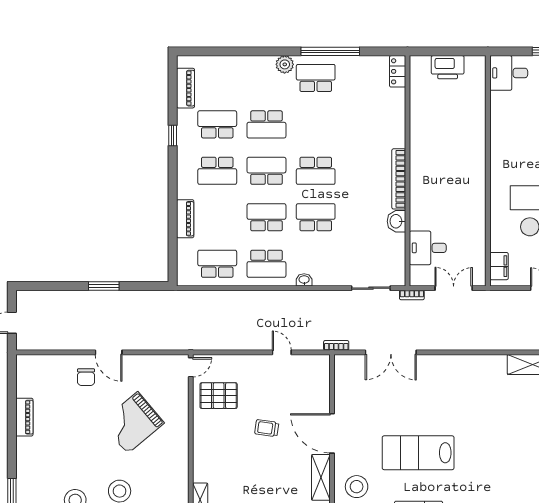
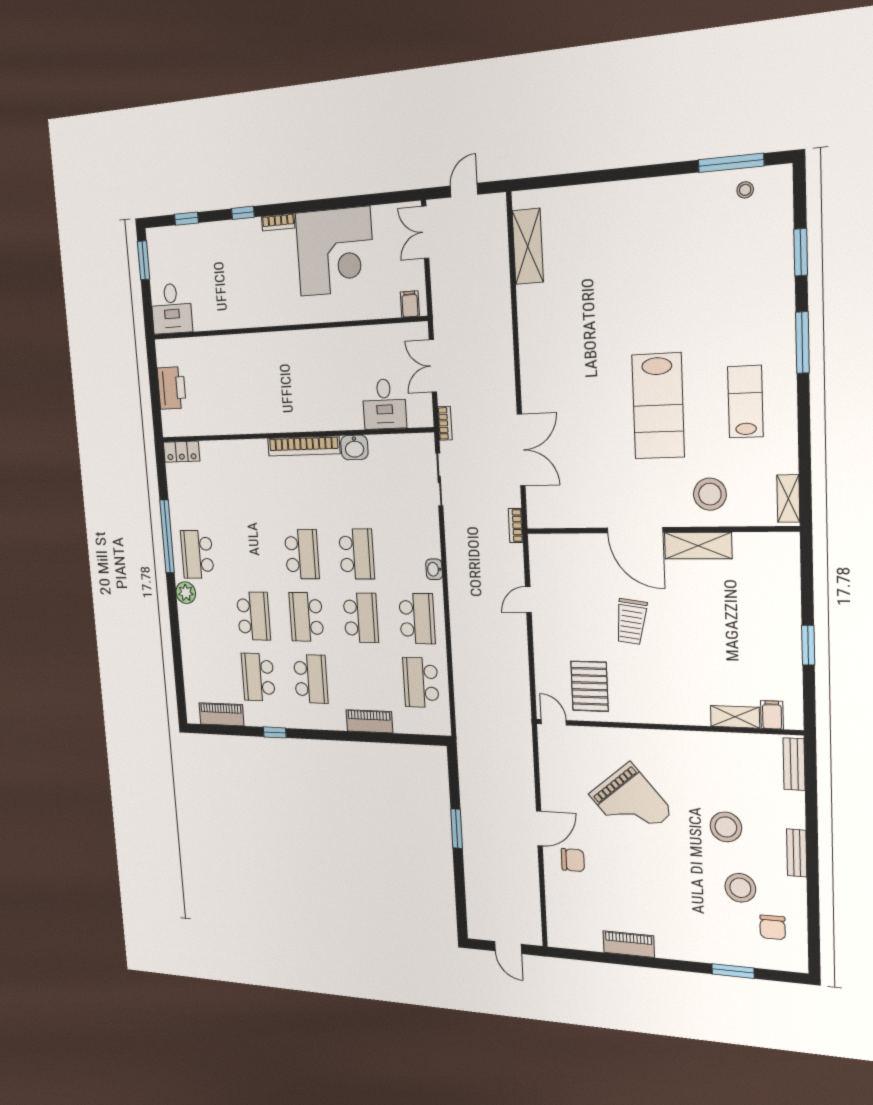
school desk: (266, 217) -> (361, 618), turned 180
school desk: (316, 217) -> (357, 554), turned 180
filing cabinet: (499, 266) -> (410, 304), width x0.50
trolley: (267, 428) -> (631, 622), width x1.36, depth x1.39
door: (332, 433) -> (635, 530), hinge flipped

